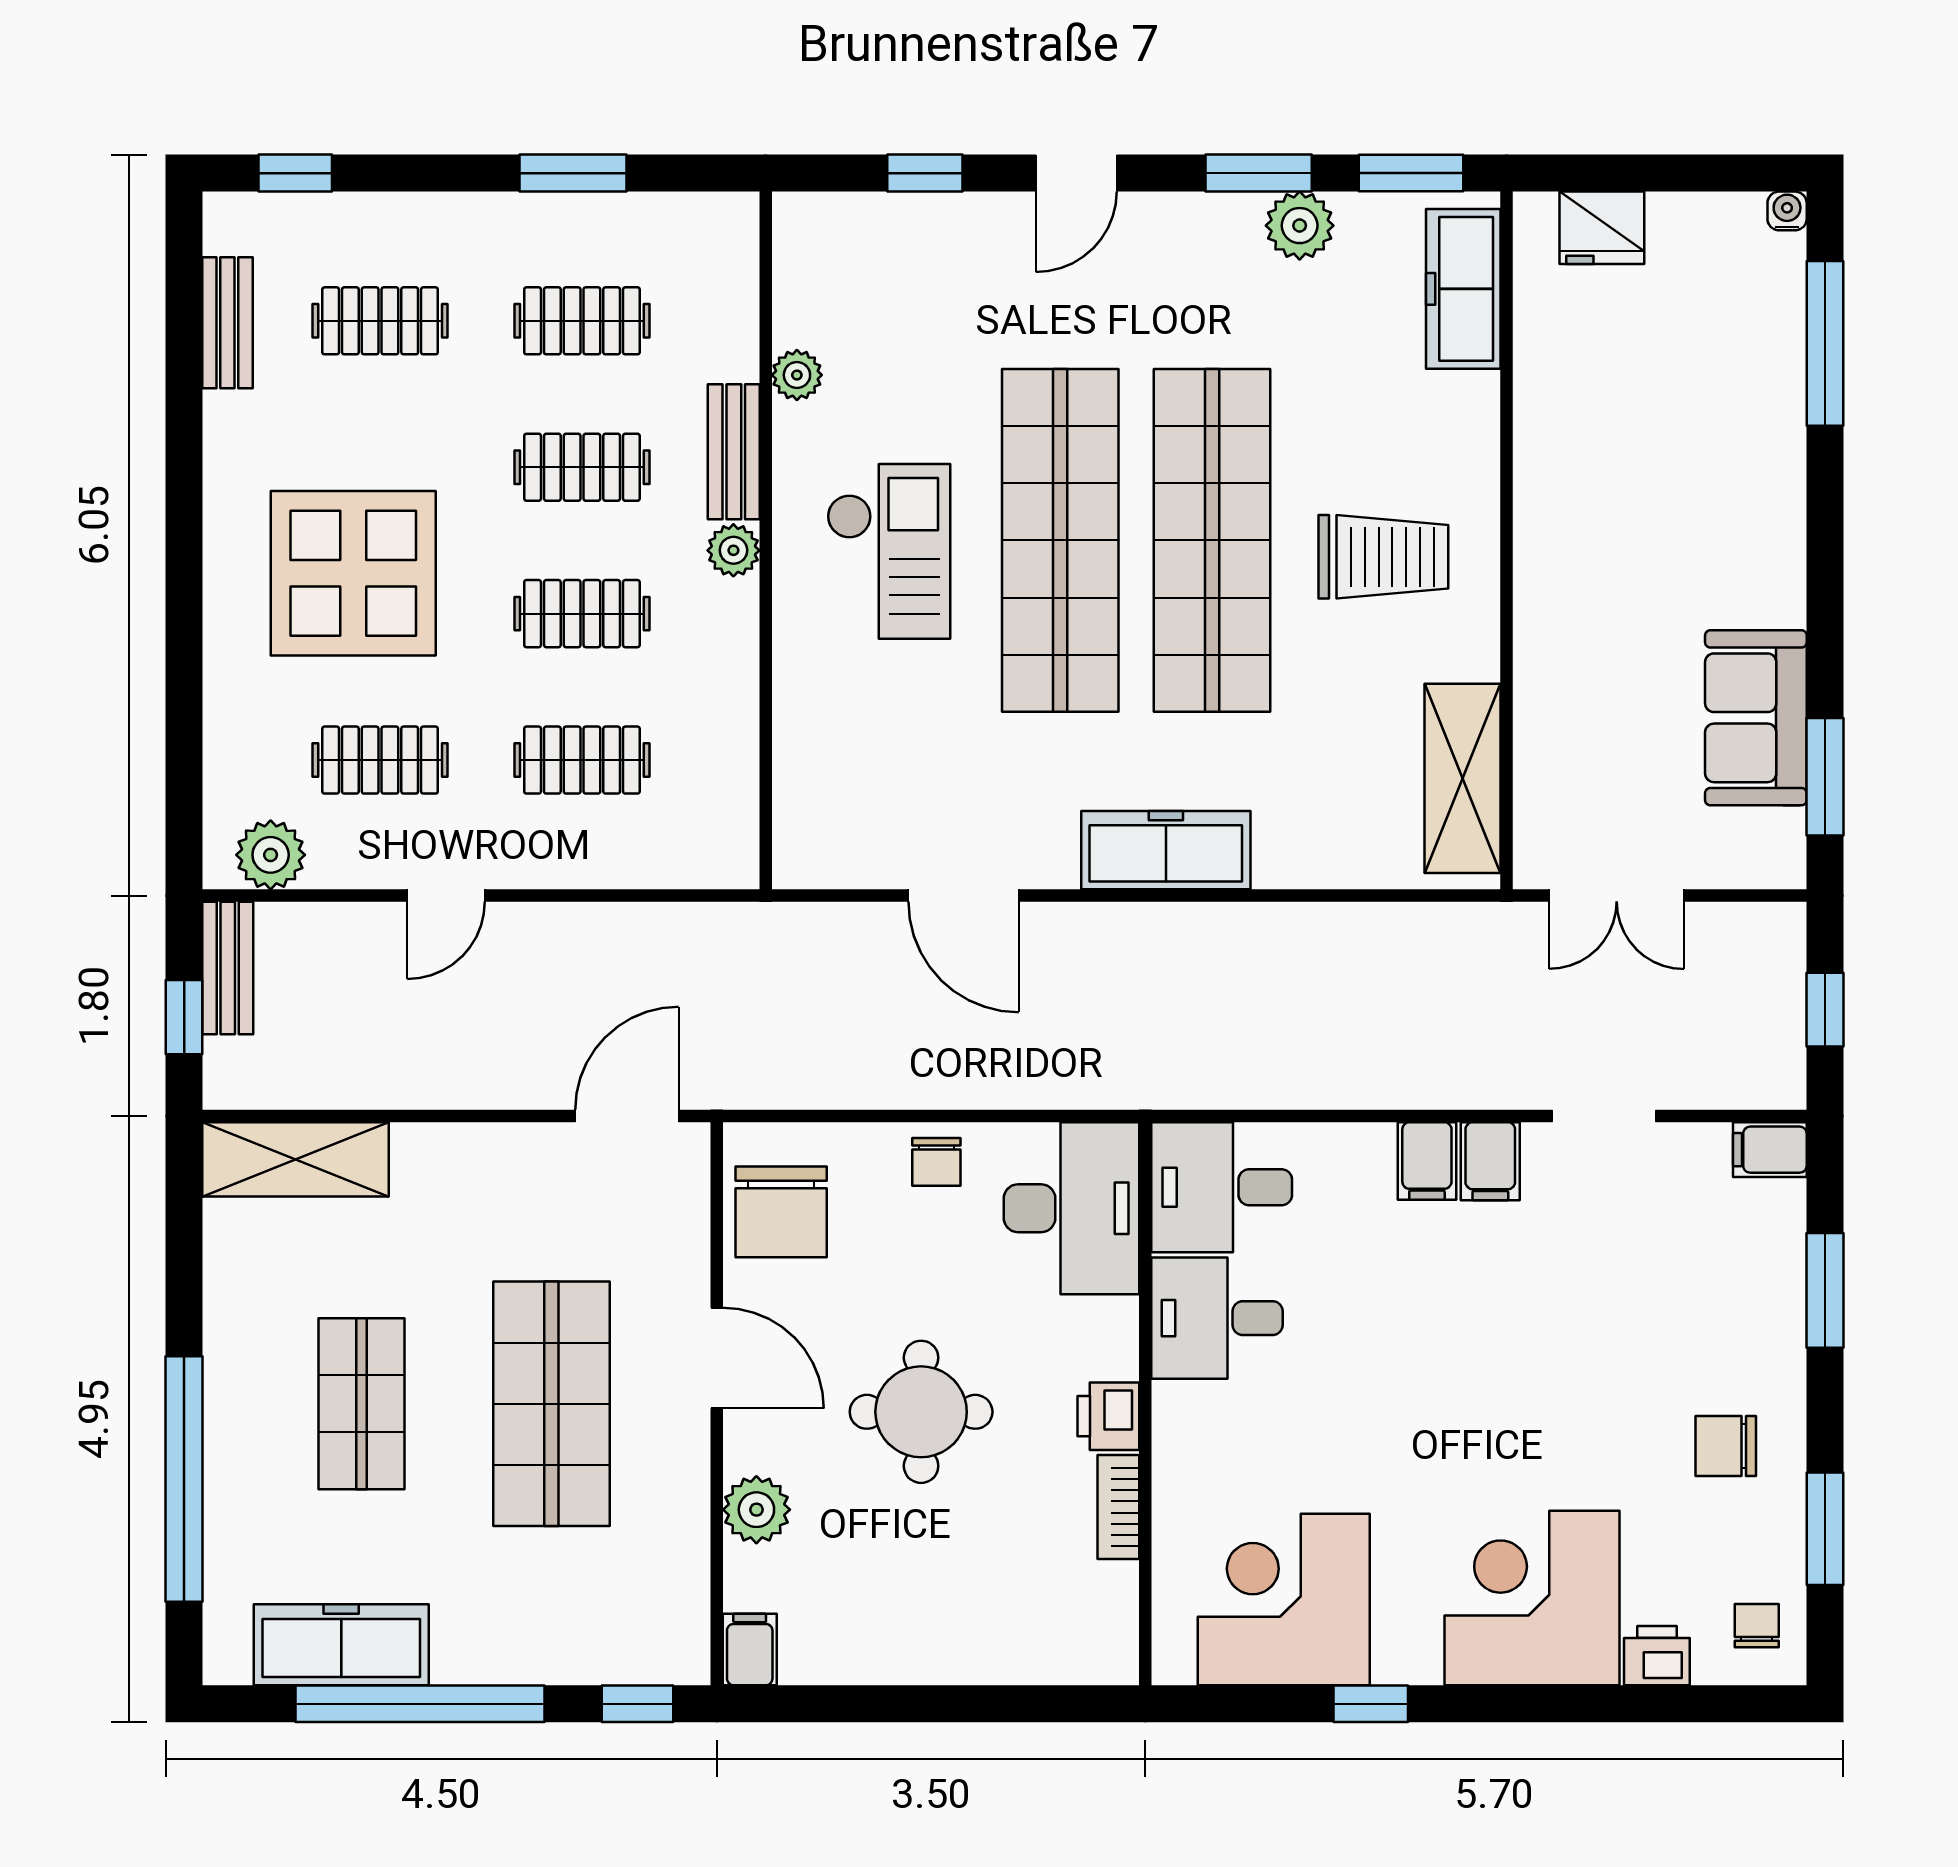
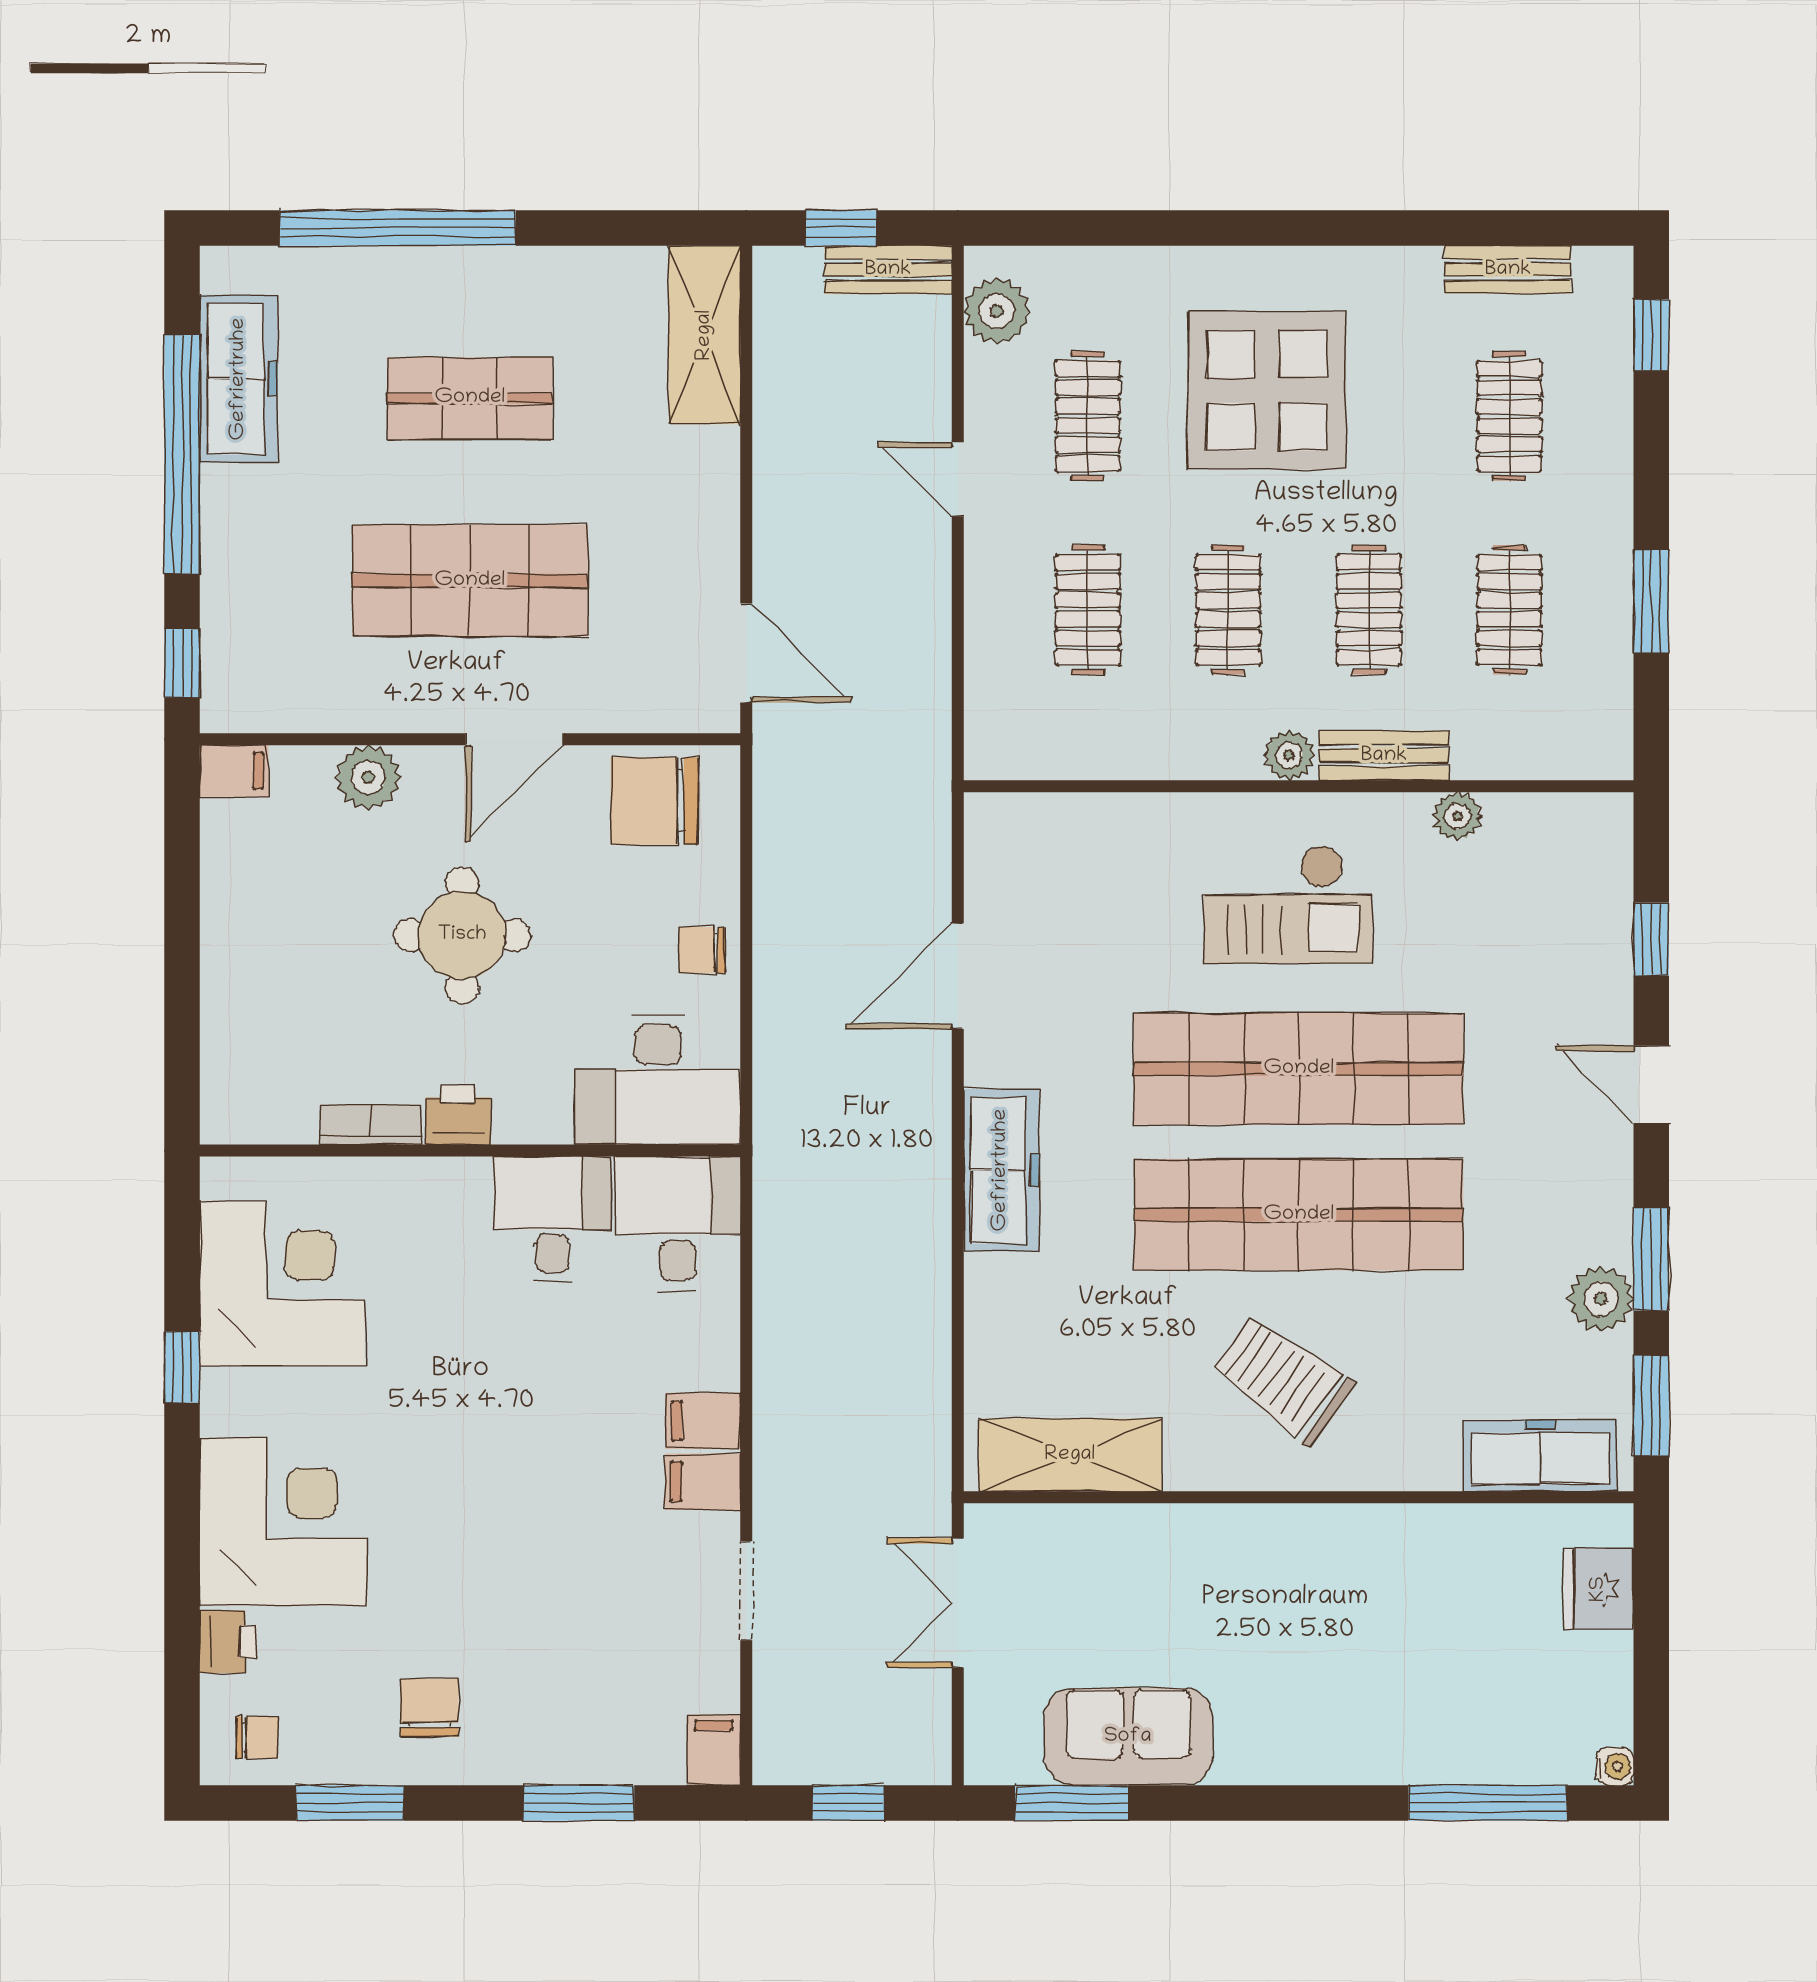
trolley: (1383, 557) -> (1283, 1379), turned 126

